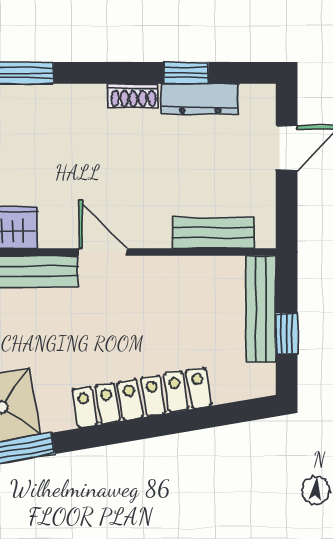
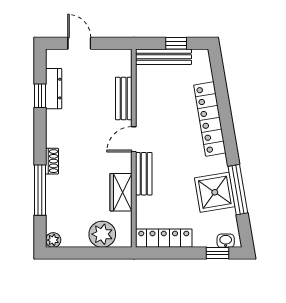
shoe rack: (133, 96) -> (52, 161), moved
bench: (213, 233) -> (124, 98), moved

